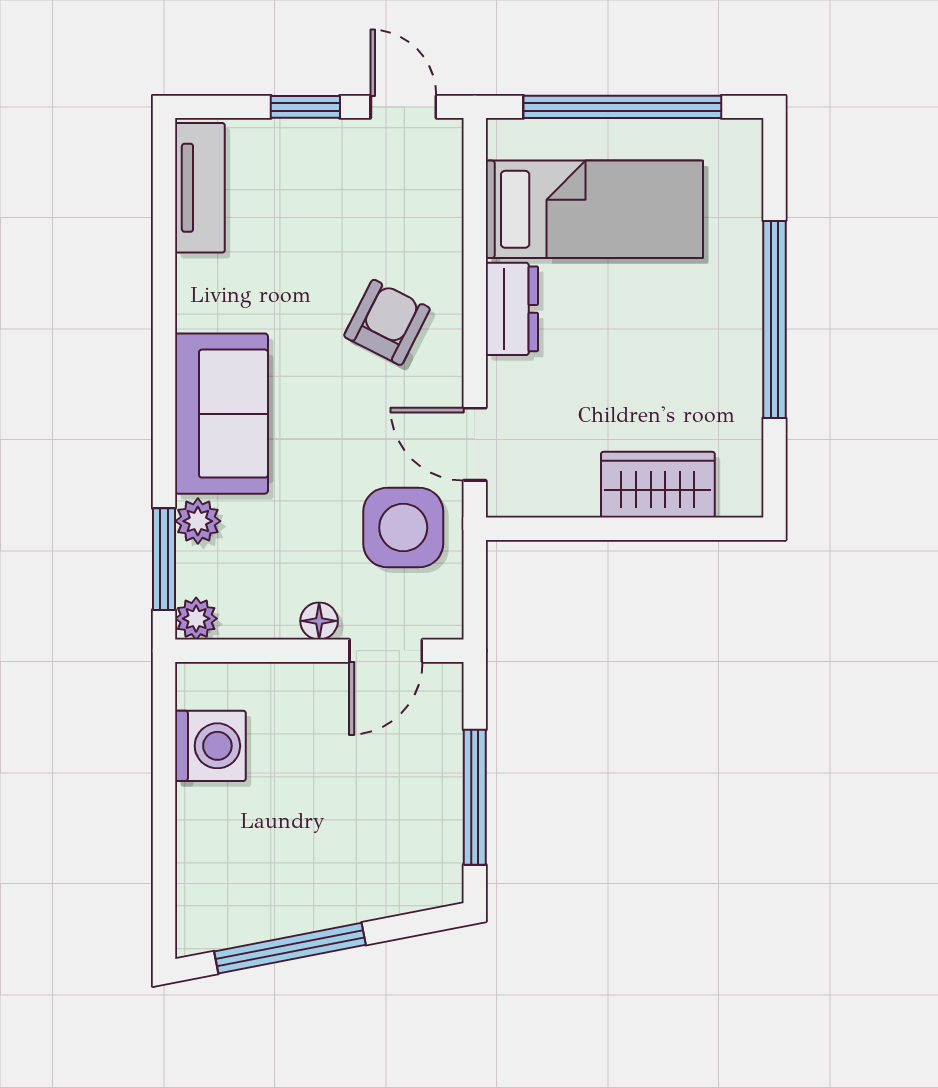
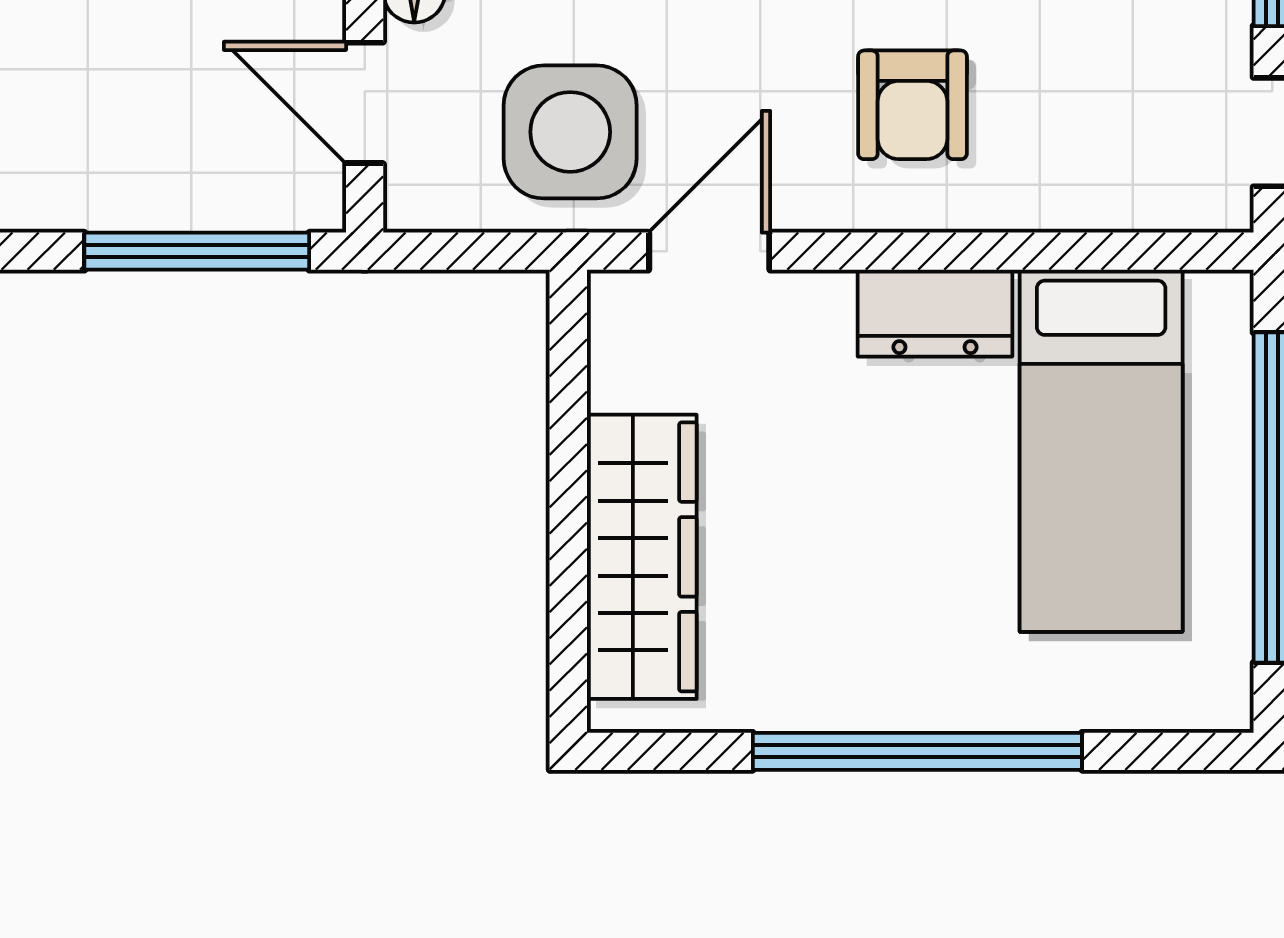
armchair: (387, 322) -> (912, 105), turned 63
wardrobe: (658, 485) -> (642, 557), width x1.50
window: (475, 797) -> (197, 251), moved

